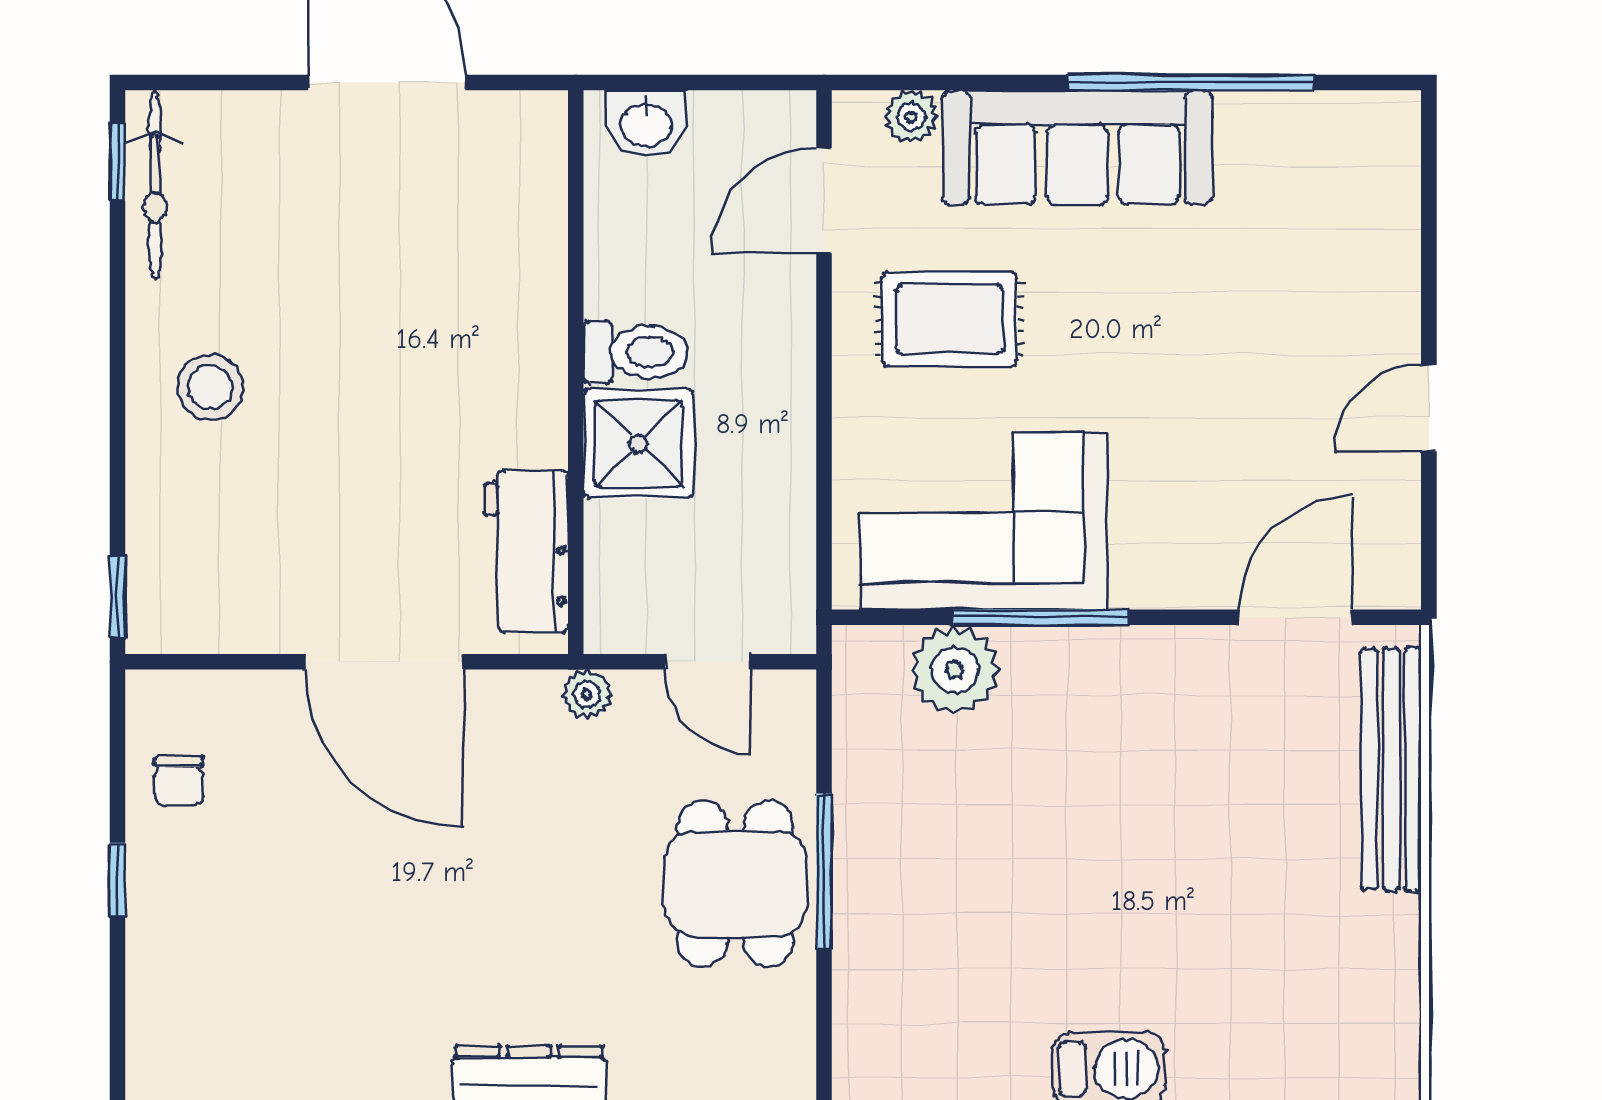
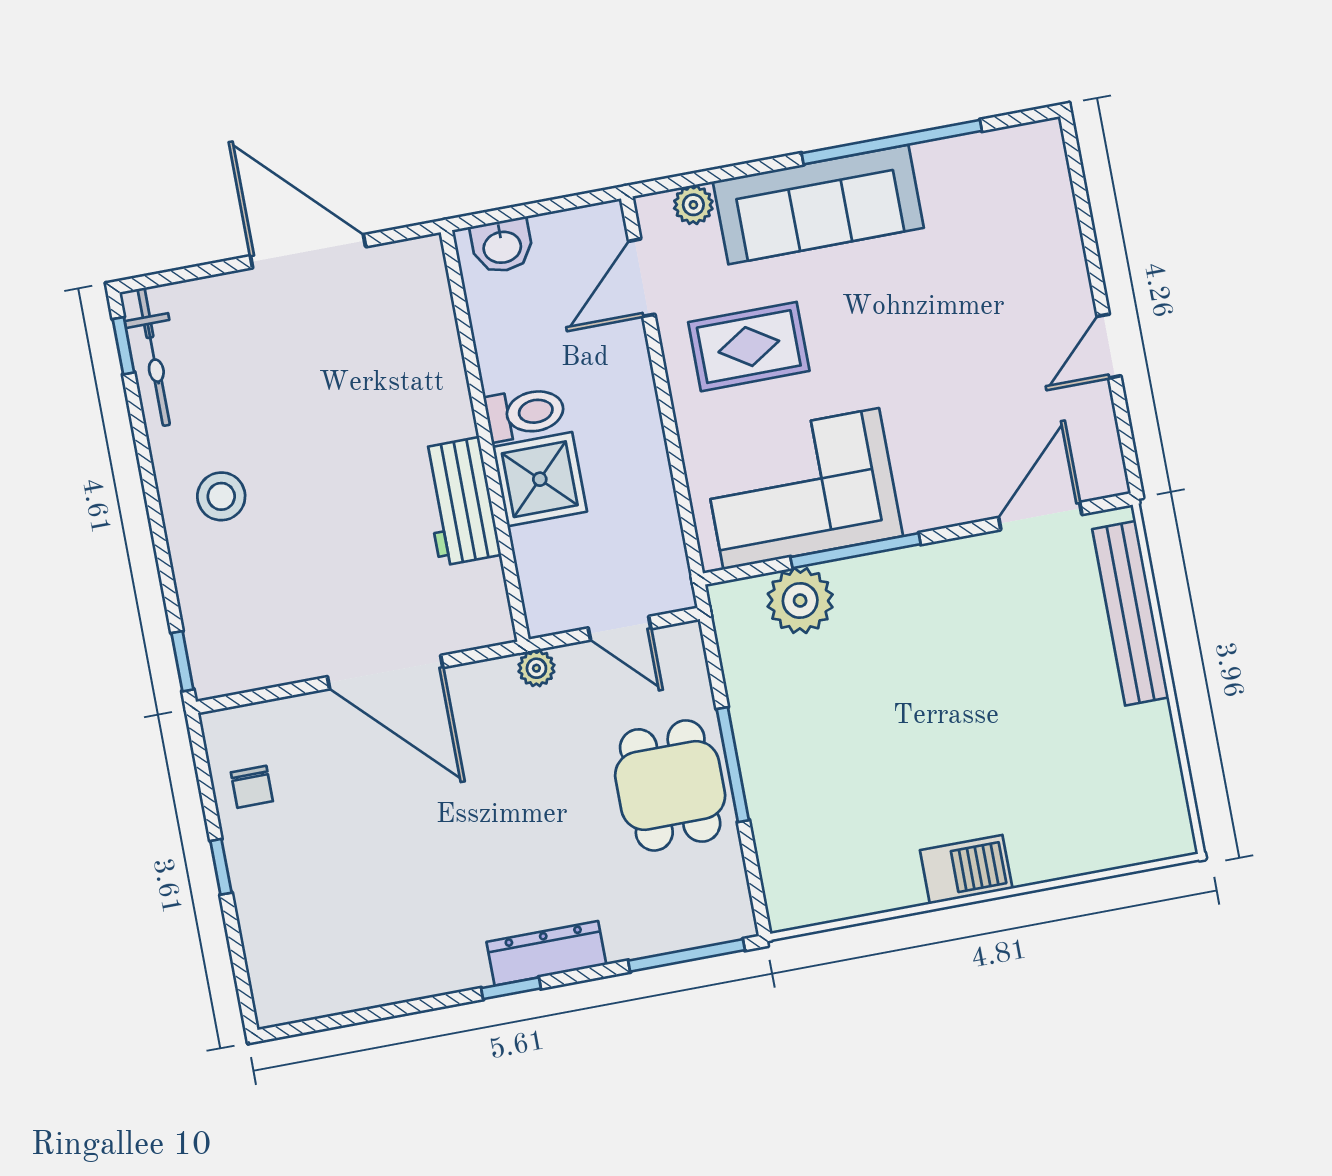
workbench: (526, 551) -> (460, 502), moved

